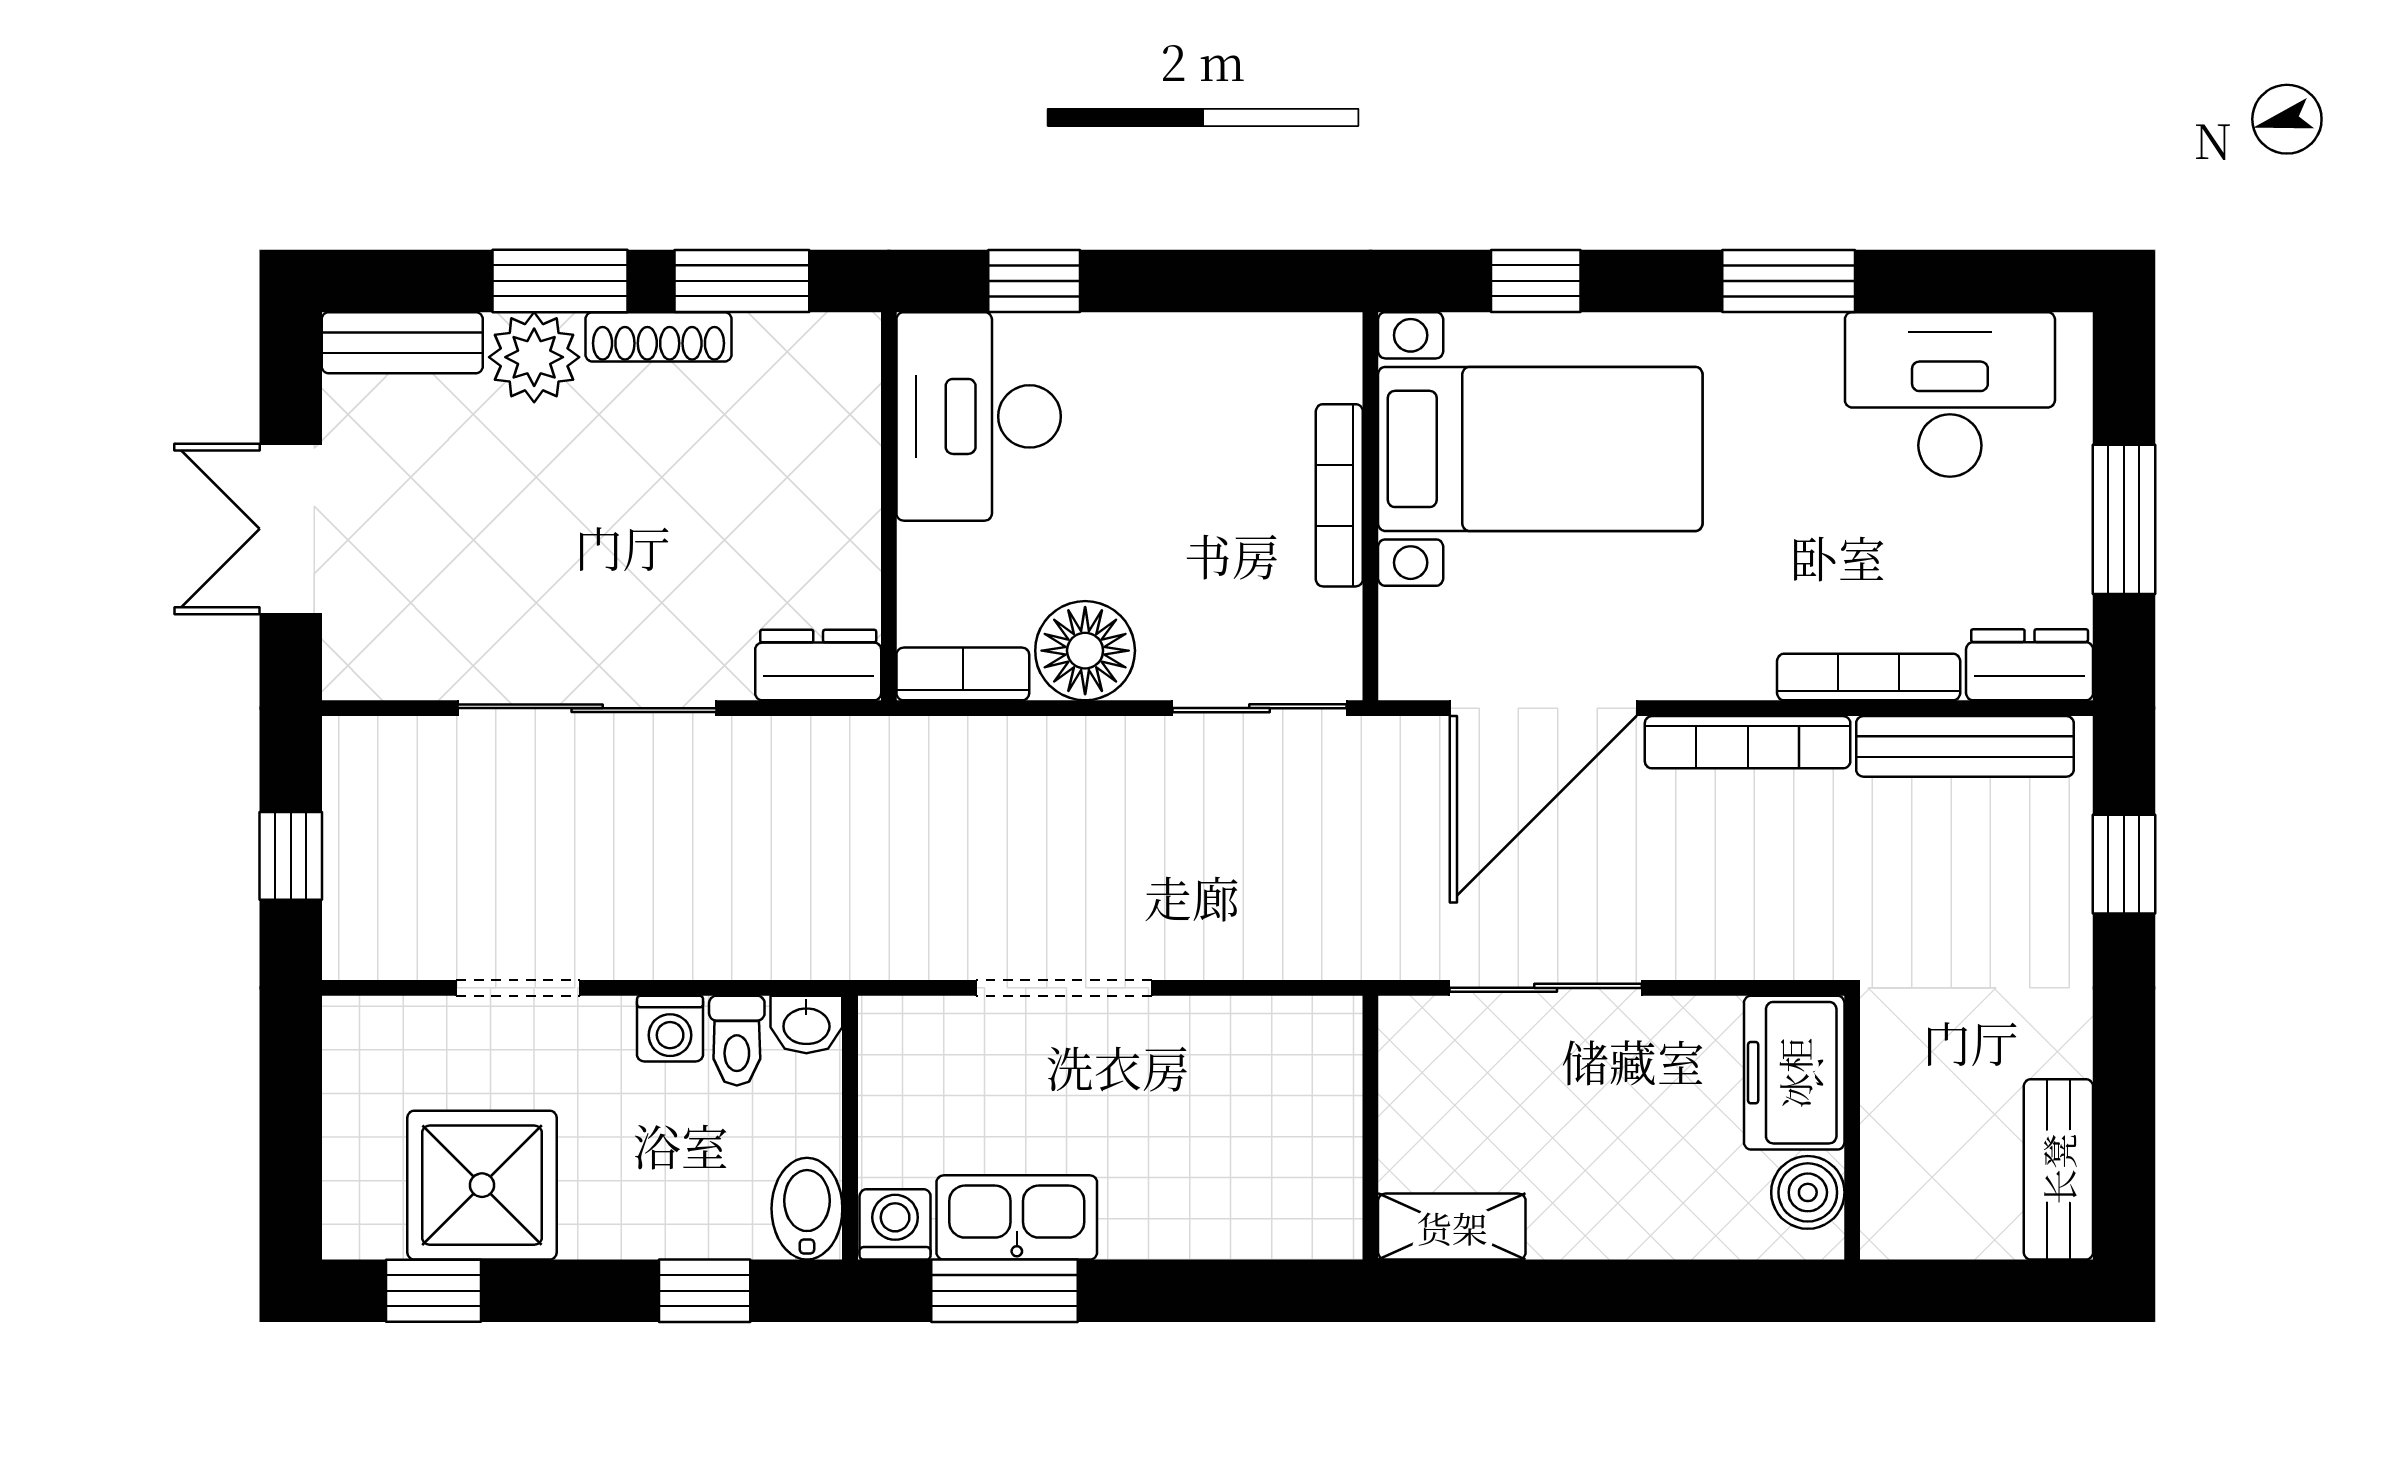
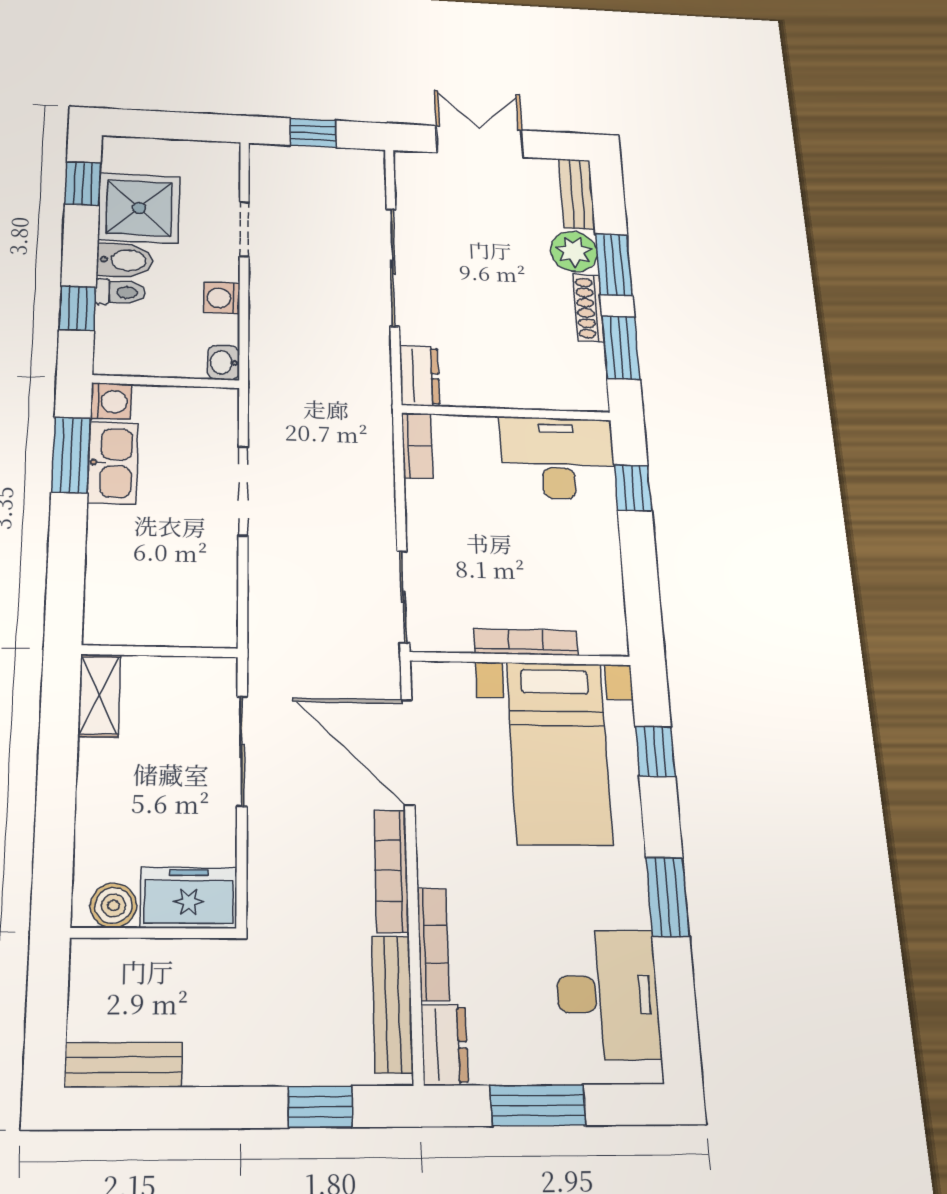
floor lamp: (1085, 651) -> (432, 507), removed
toilet: (737, 1041) -> (120, 292), moved, turned 180
bidet: (807, 1209) -> (125, 260), moved

